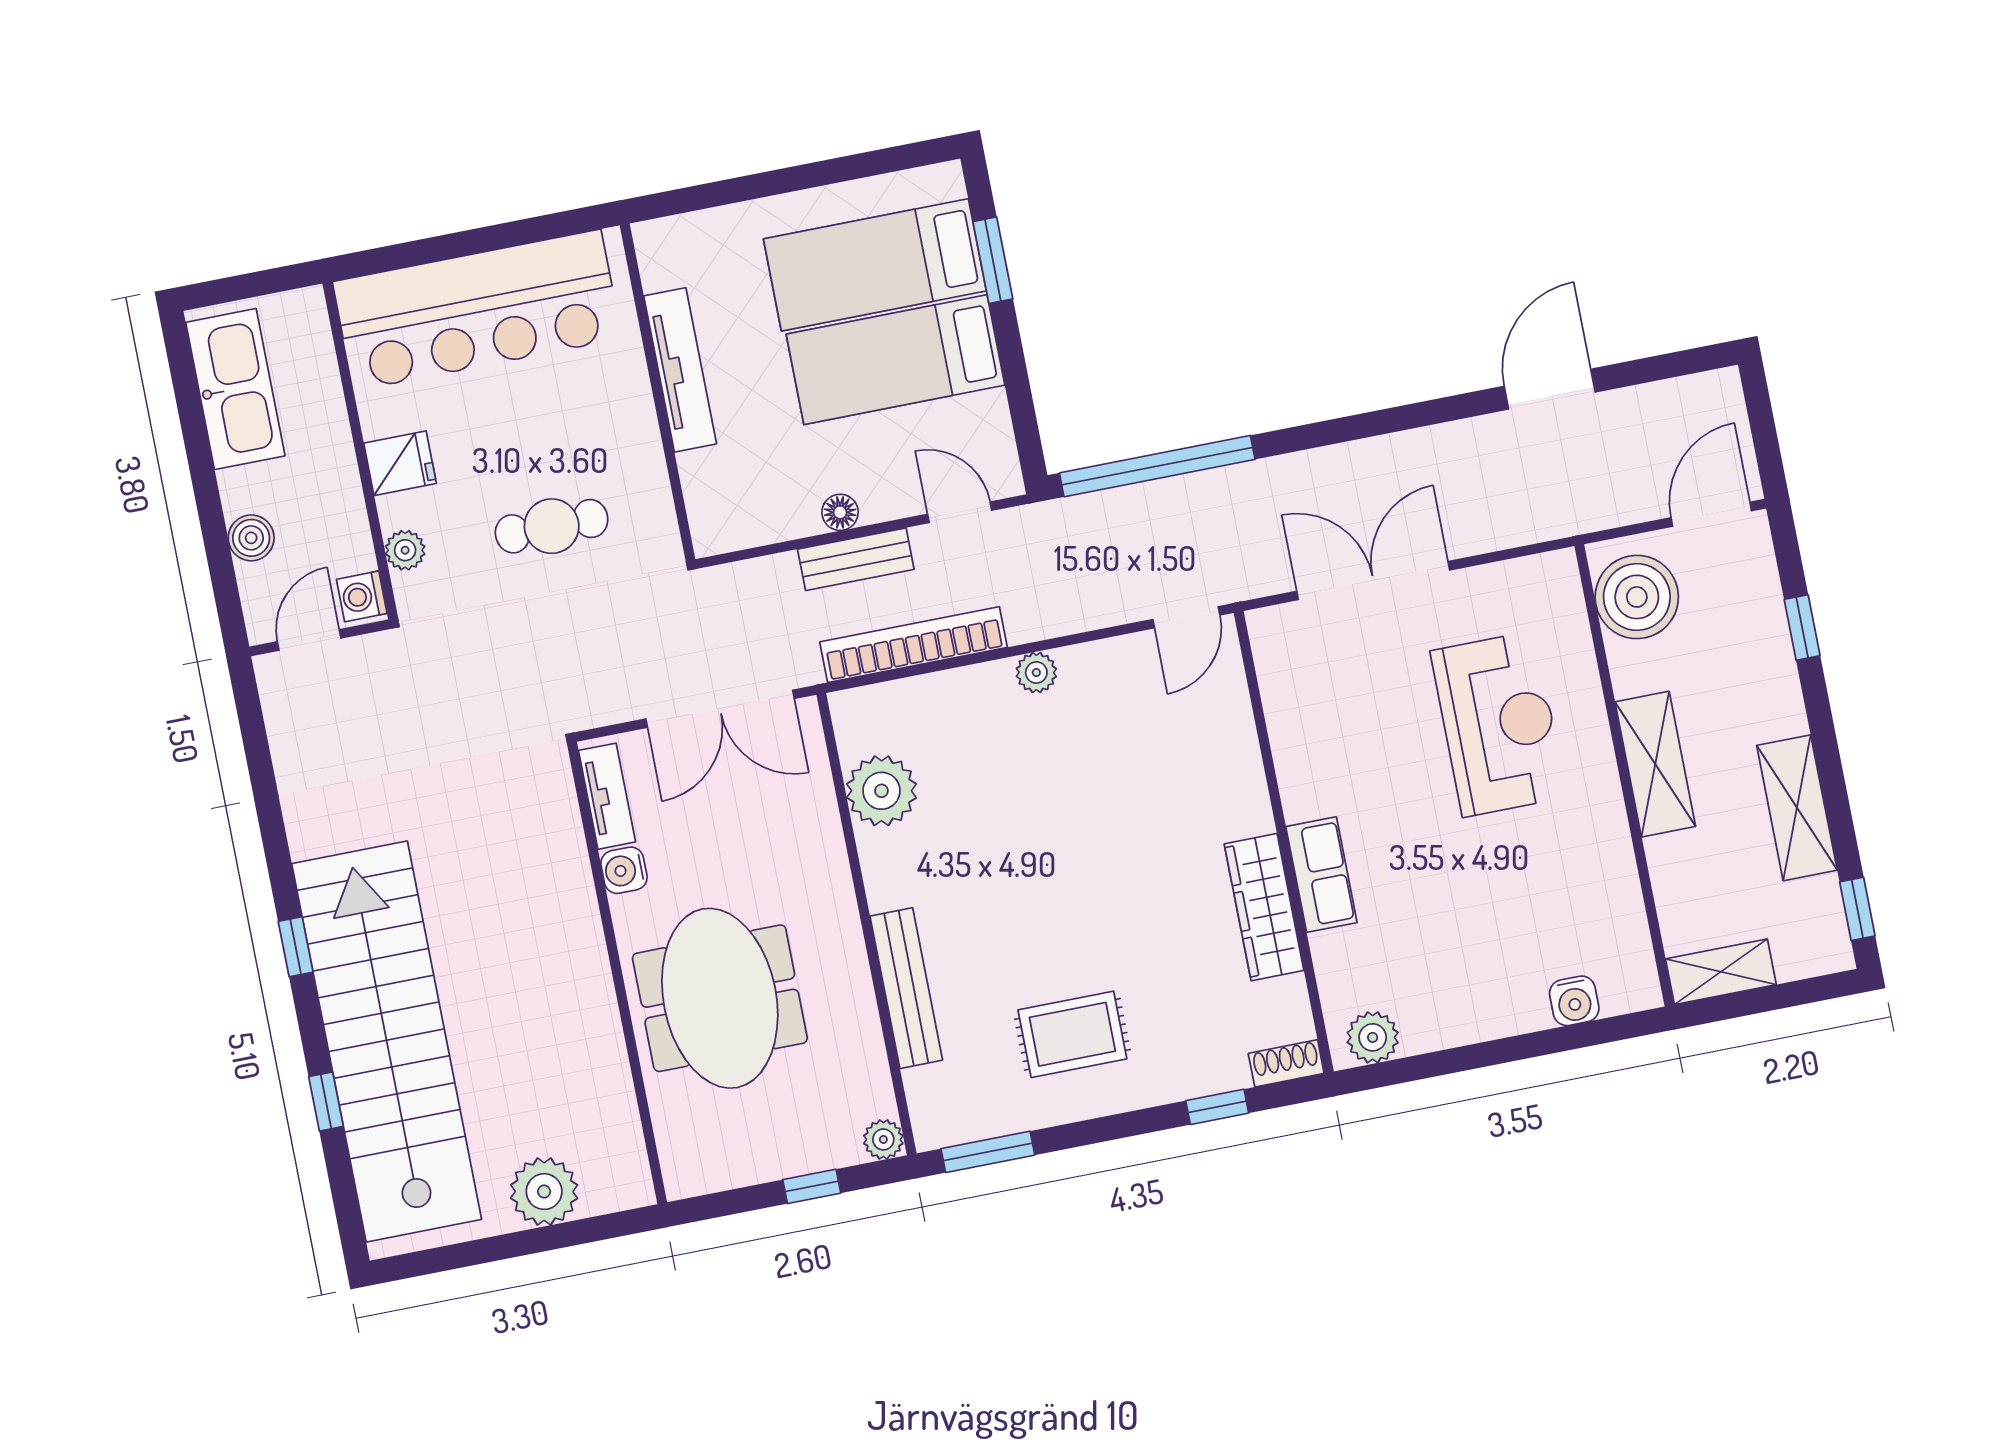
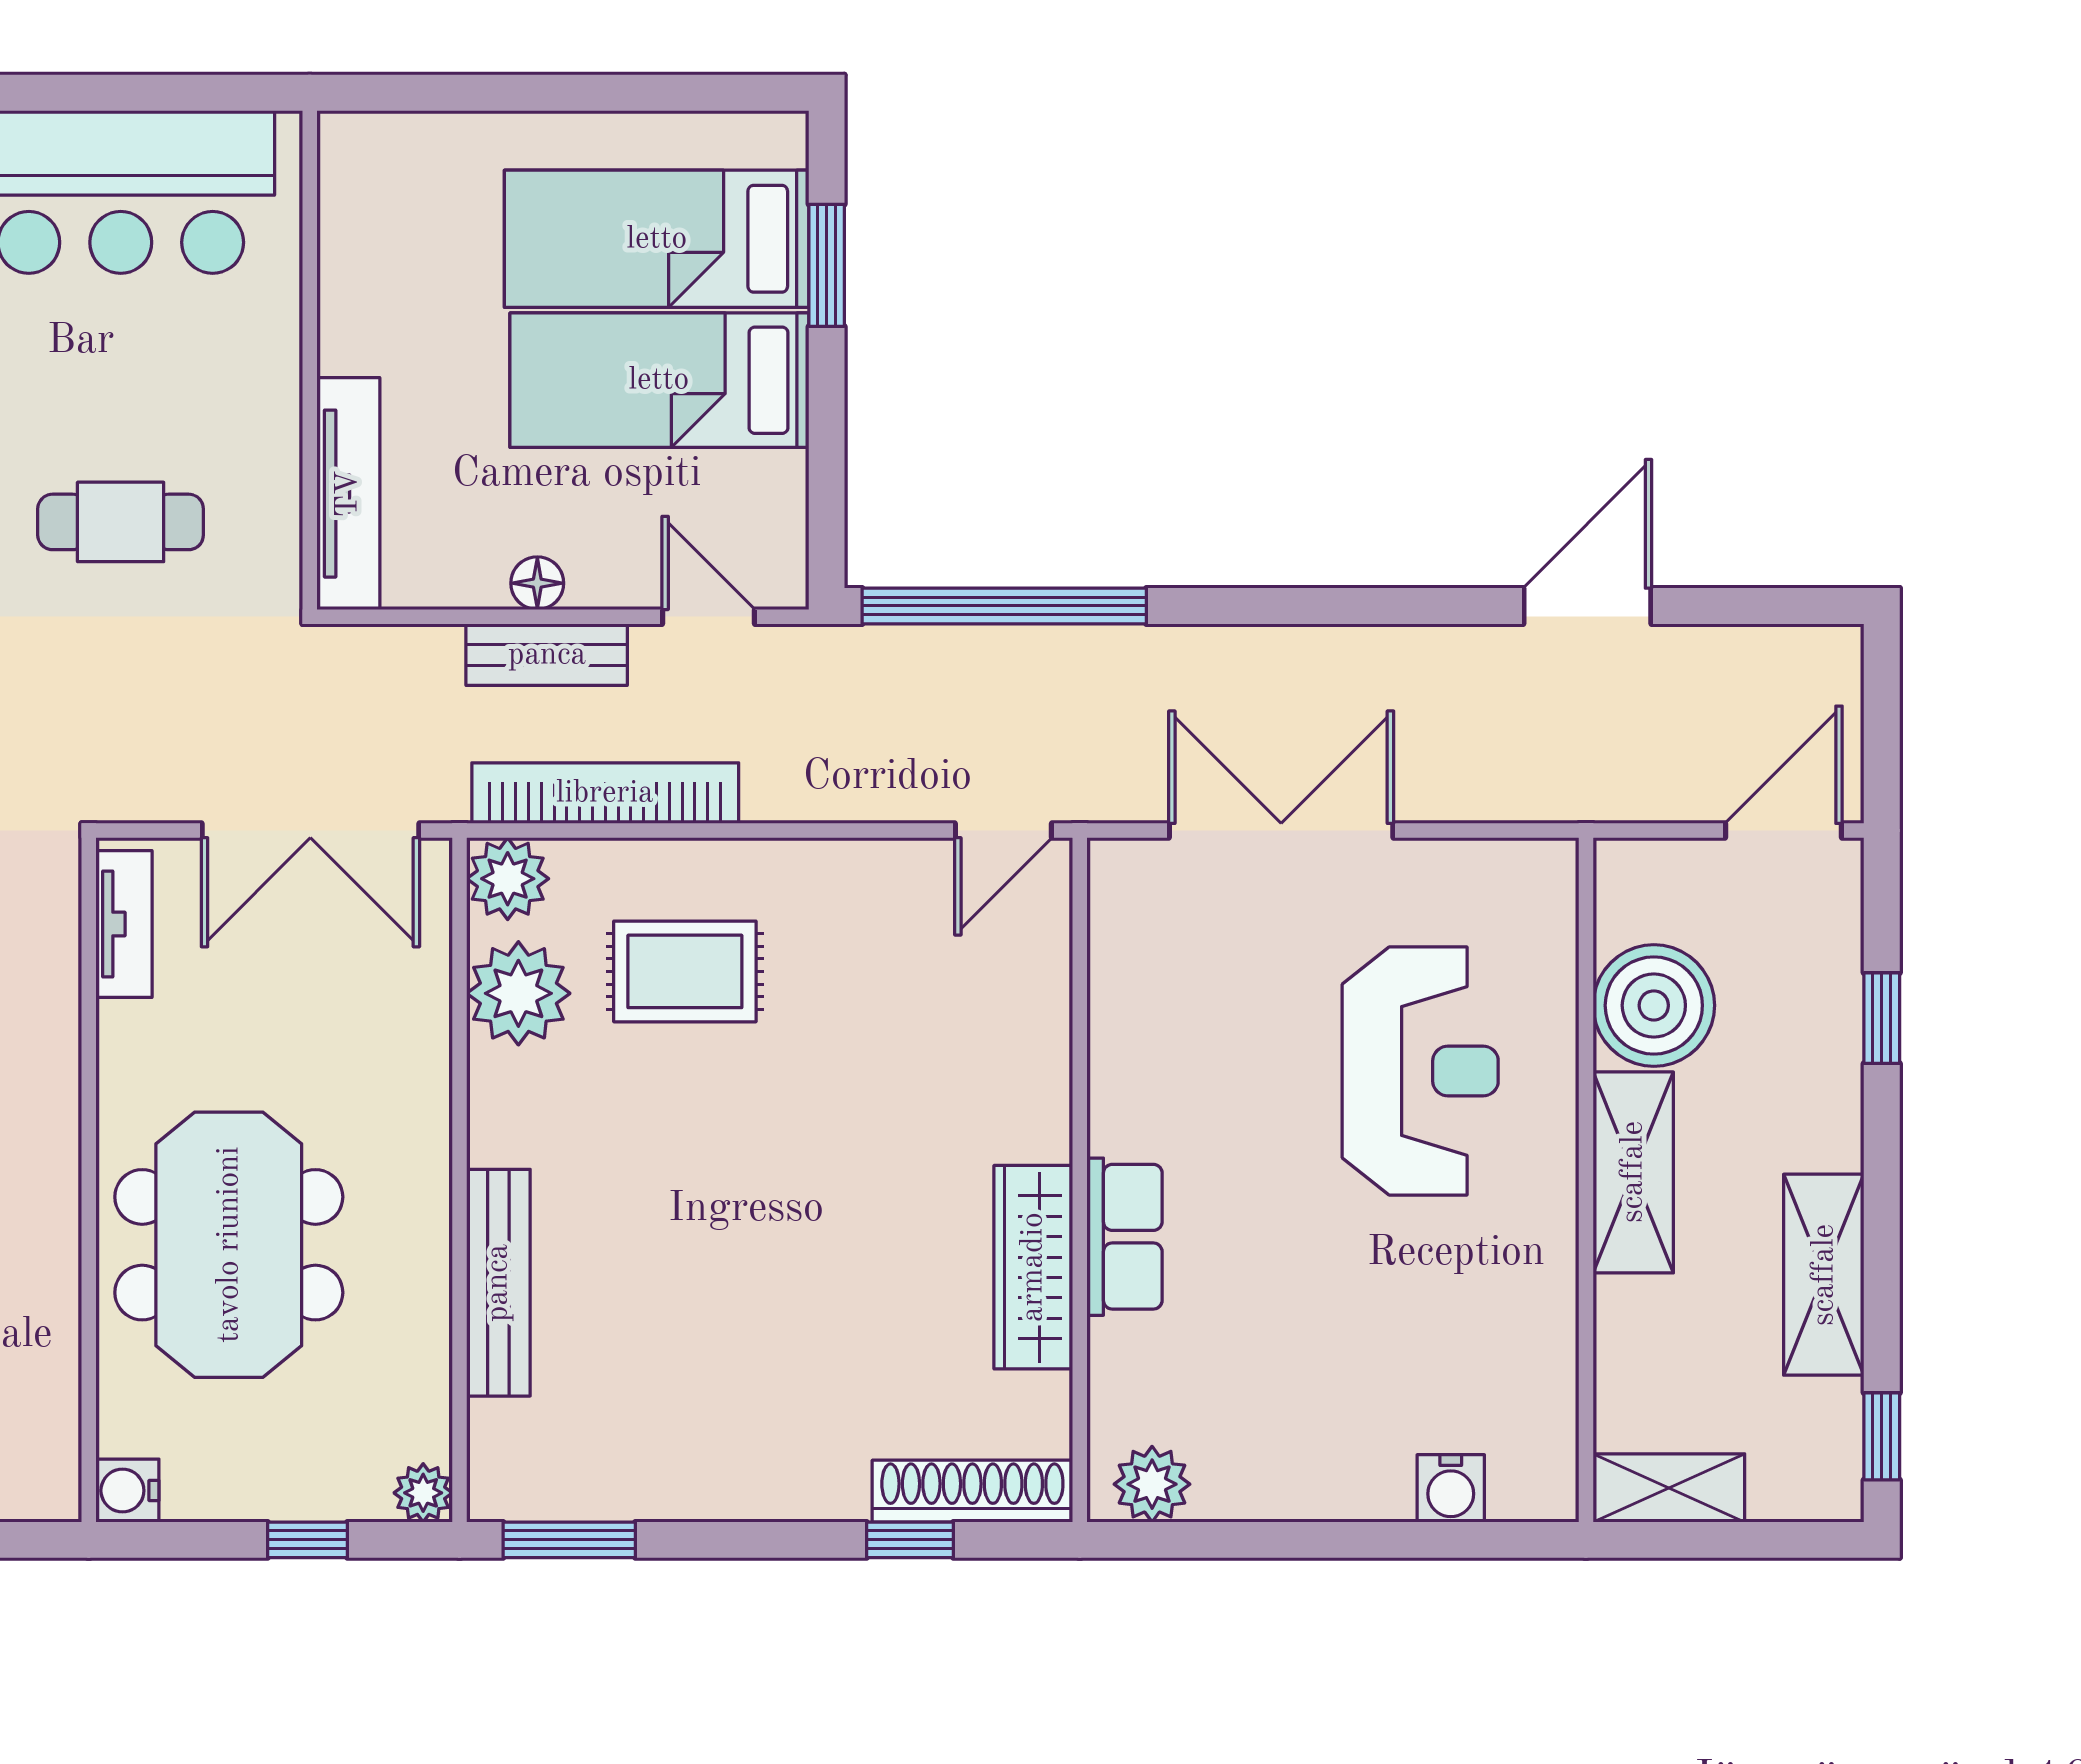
tv unit: (680, 370) -> (348, 494), moved
boiler: (1637, 597) -> (1654, 1005), moved
plant: (1036, 672) -> (508, 879), moved, width x1.38, depth x1.38
water cooler: (624, 870) -> (127, 1491), moved
rug: (1072, 1034) -> (685, 971), moved
shoe rack: (1286, 1063) -> (972, 1491), width x1.94, depth x1.24

